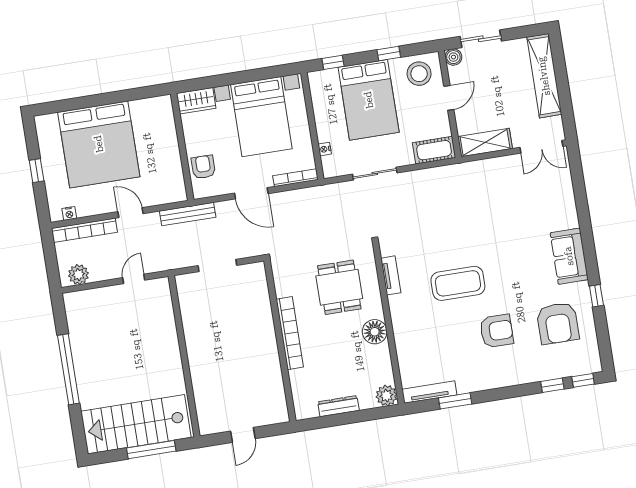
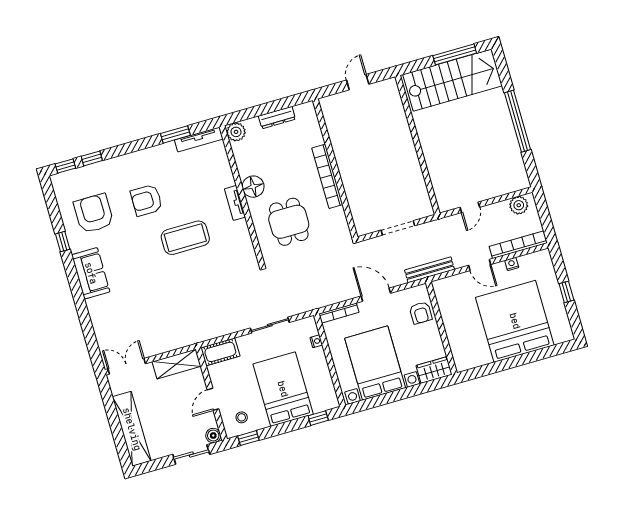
window: (389, 54) -> (248, 438), moved
stool: (419, 74) -> (242, 417), width x0.53, depth x0.53
nightstand: (69, 213) -> (512, 264), moved
tv unit: (391, 275) -> (235, 203), moved
window: (151, 450) -> (455, 54), moved

